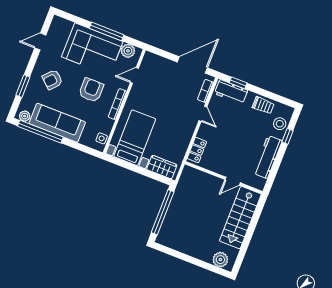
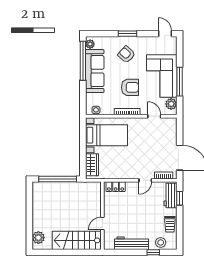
door: (40, 42) -> (165, 34), moved
window: (23, 86) -> (127, 34), moved
door: (233, 181) -> (102, 224), hinge flipped

